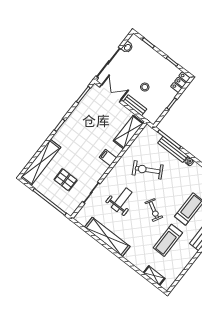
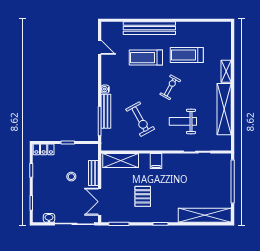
pallet: (66, 180) -> (143, 196), moved
treadmill: (168, 240) -> (187, 55), turned 180
shelving: (154, 276) -> (226, 71), moved

